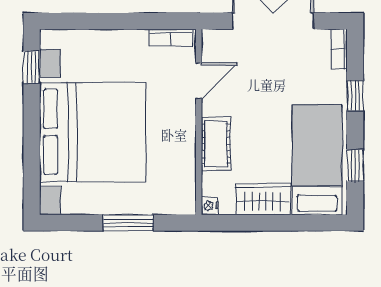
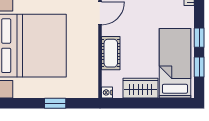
window: (355, 96) -> (199, 38), moved
window: (128, 223) -> (55, 103), width x0.67

